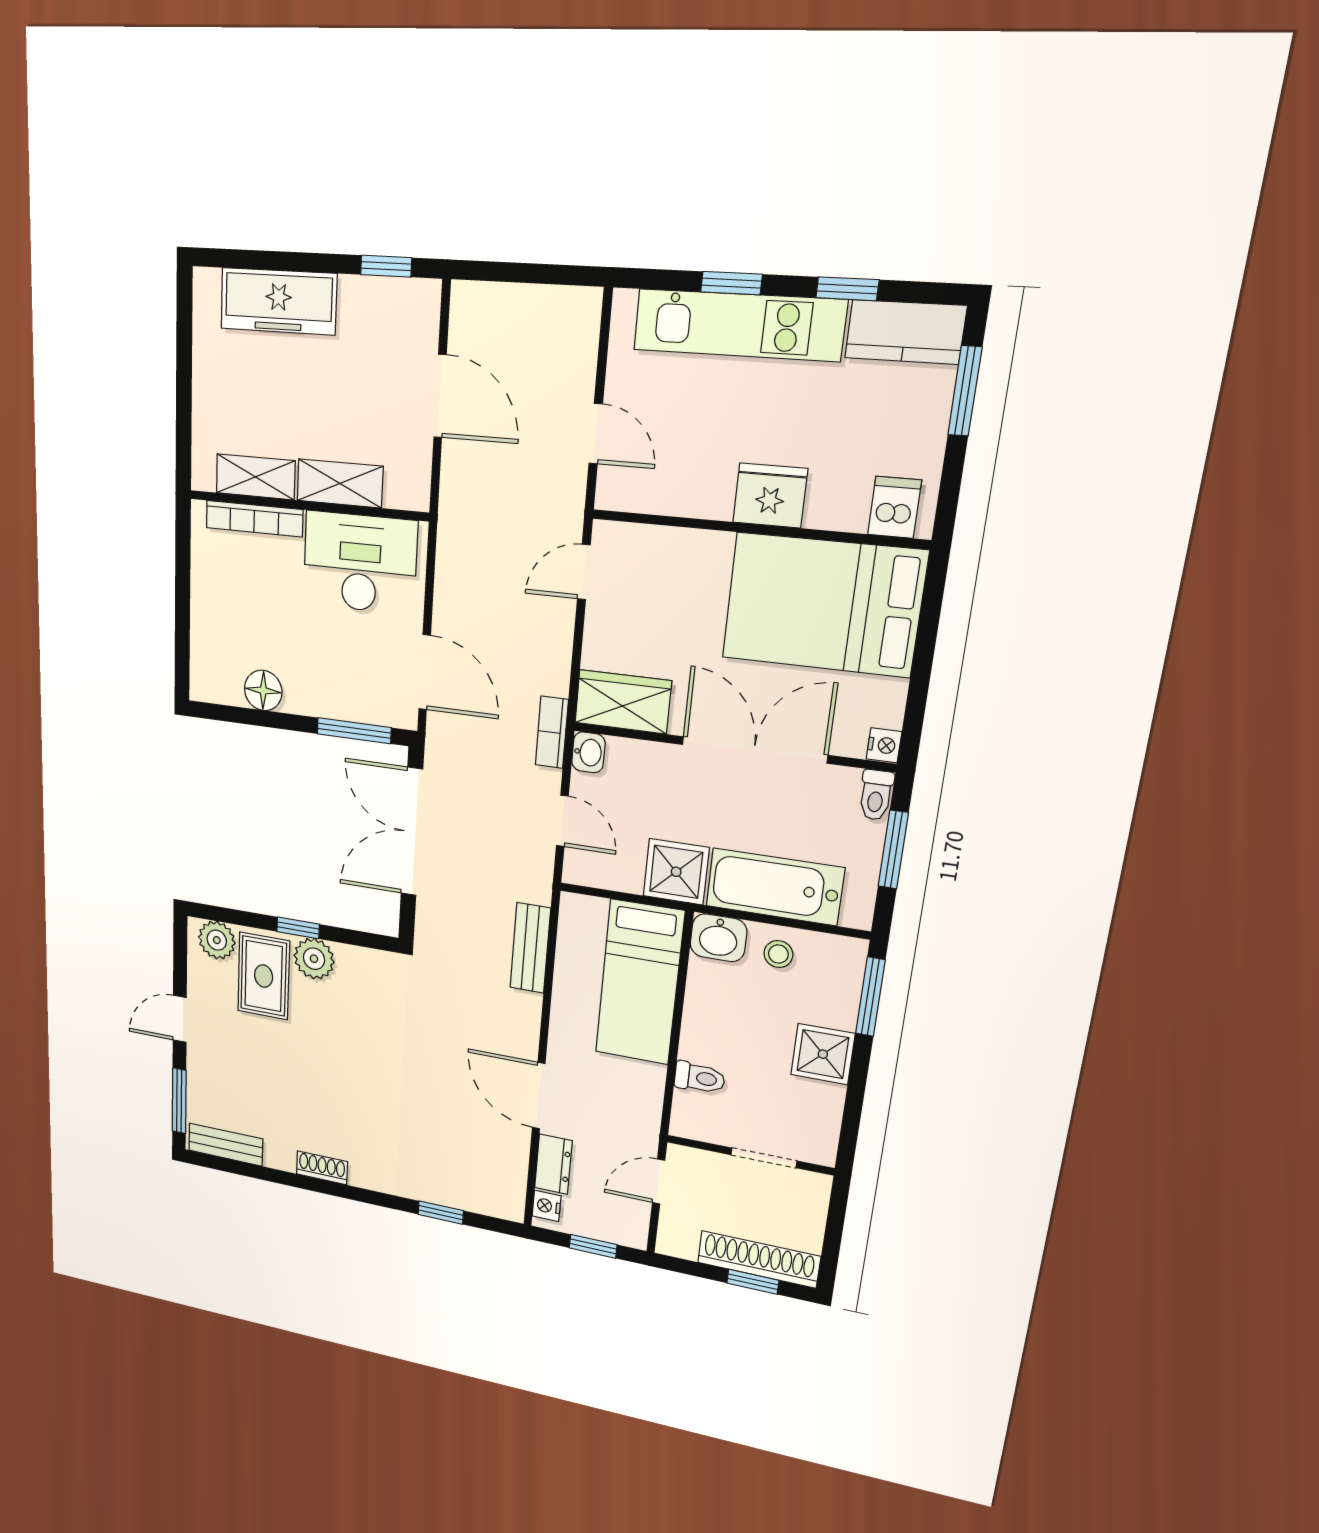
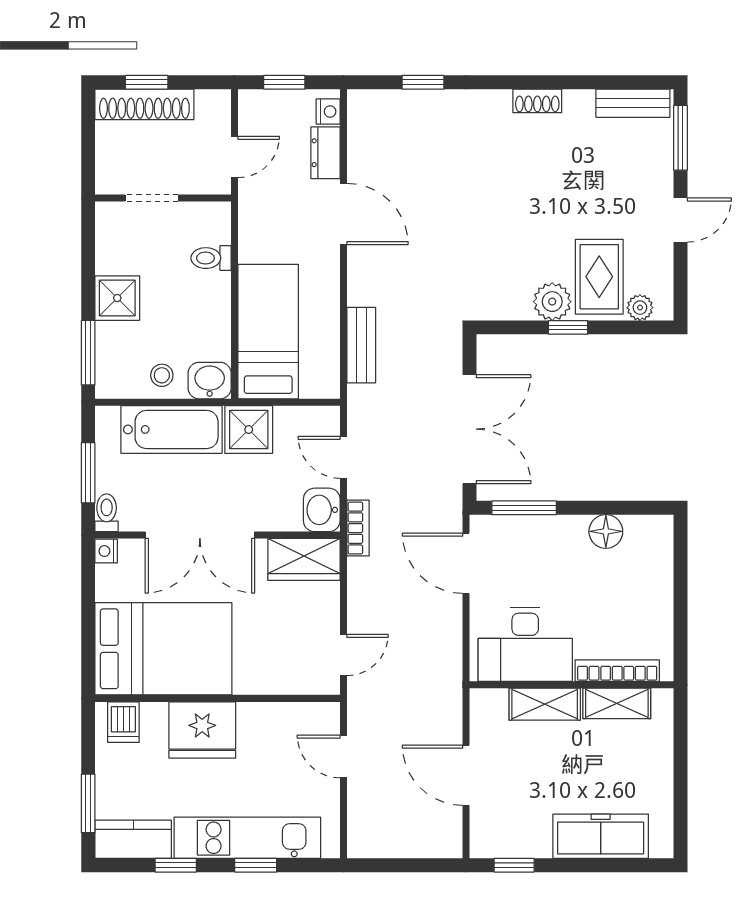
fridge: (770, 496) -> (202, 730), width x1.36, depth x1.34
washbasin: (588, 752) -> (322, 510), width x1.38, depth x1.45
plant: (217, 940) -> (640, 308), width x0.73, depth x0.73

